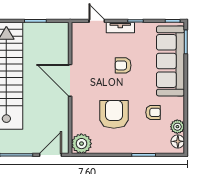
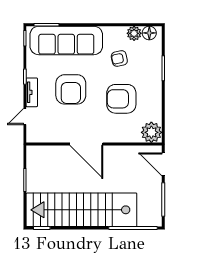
armchair: (123, 65) -> (71, 89), width x1.88, depth x1.88
door: (70, 80) -> (86, 144), hinge flipped
armchair: (153, 112) -> (119, 58), turned -102

